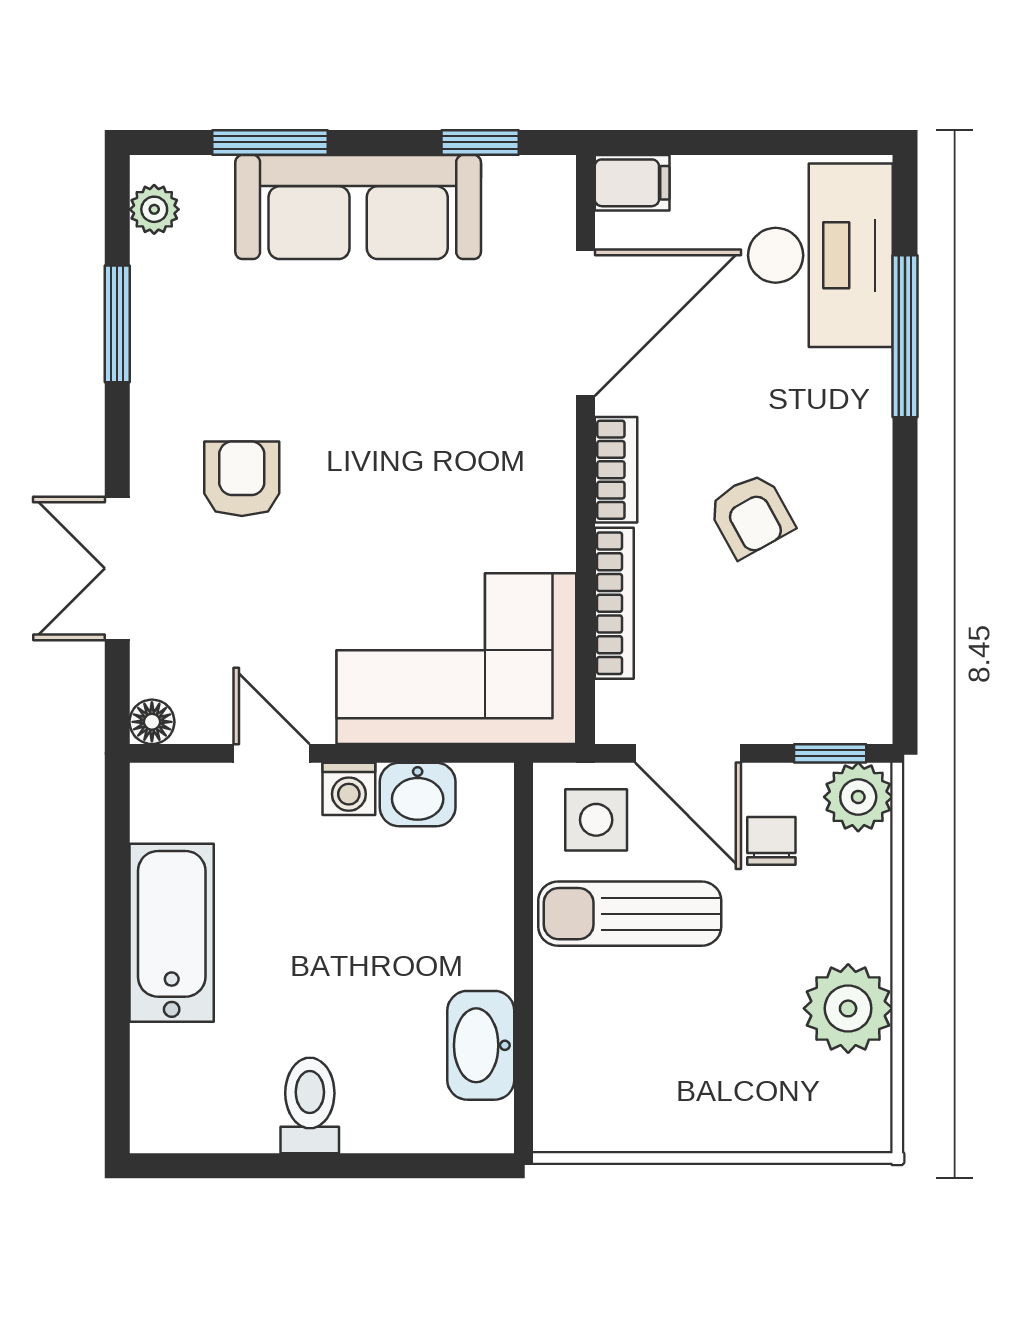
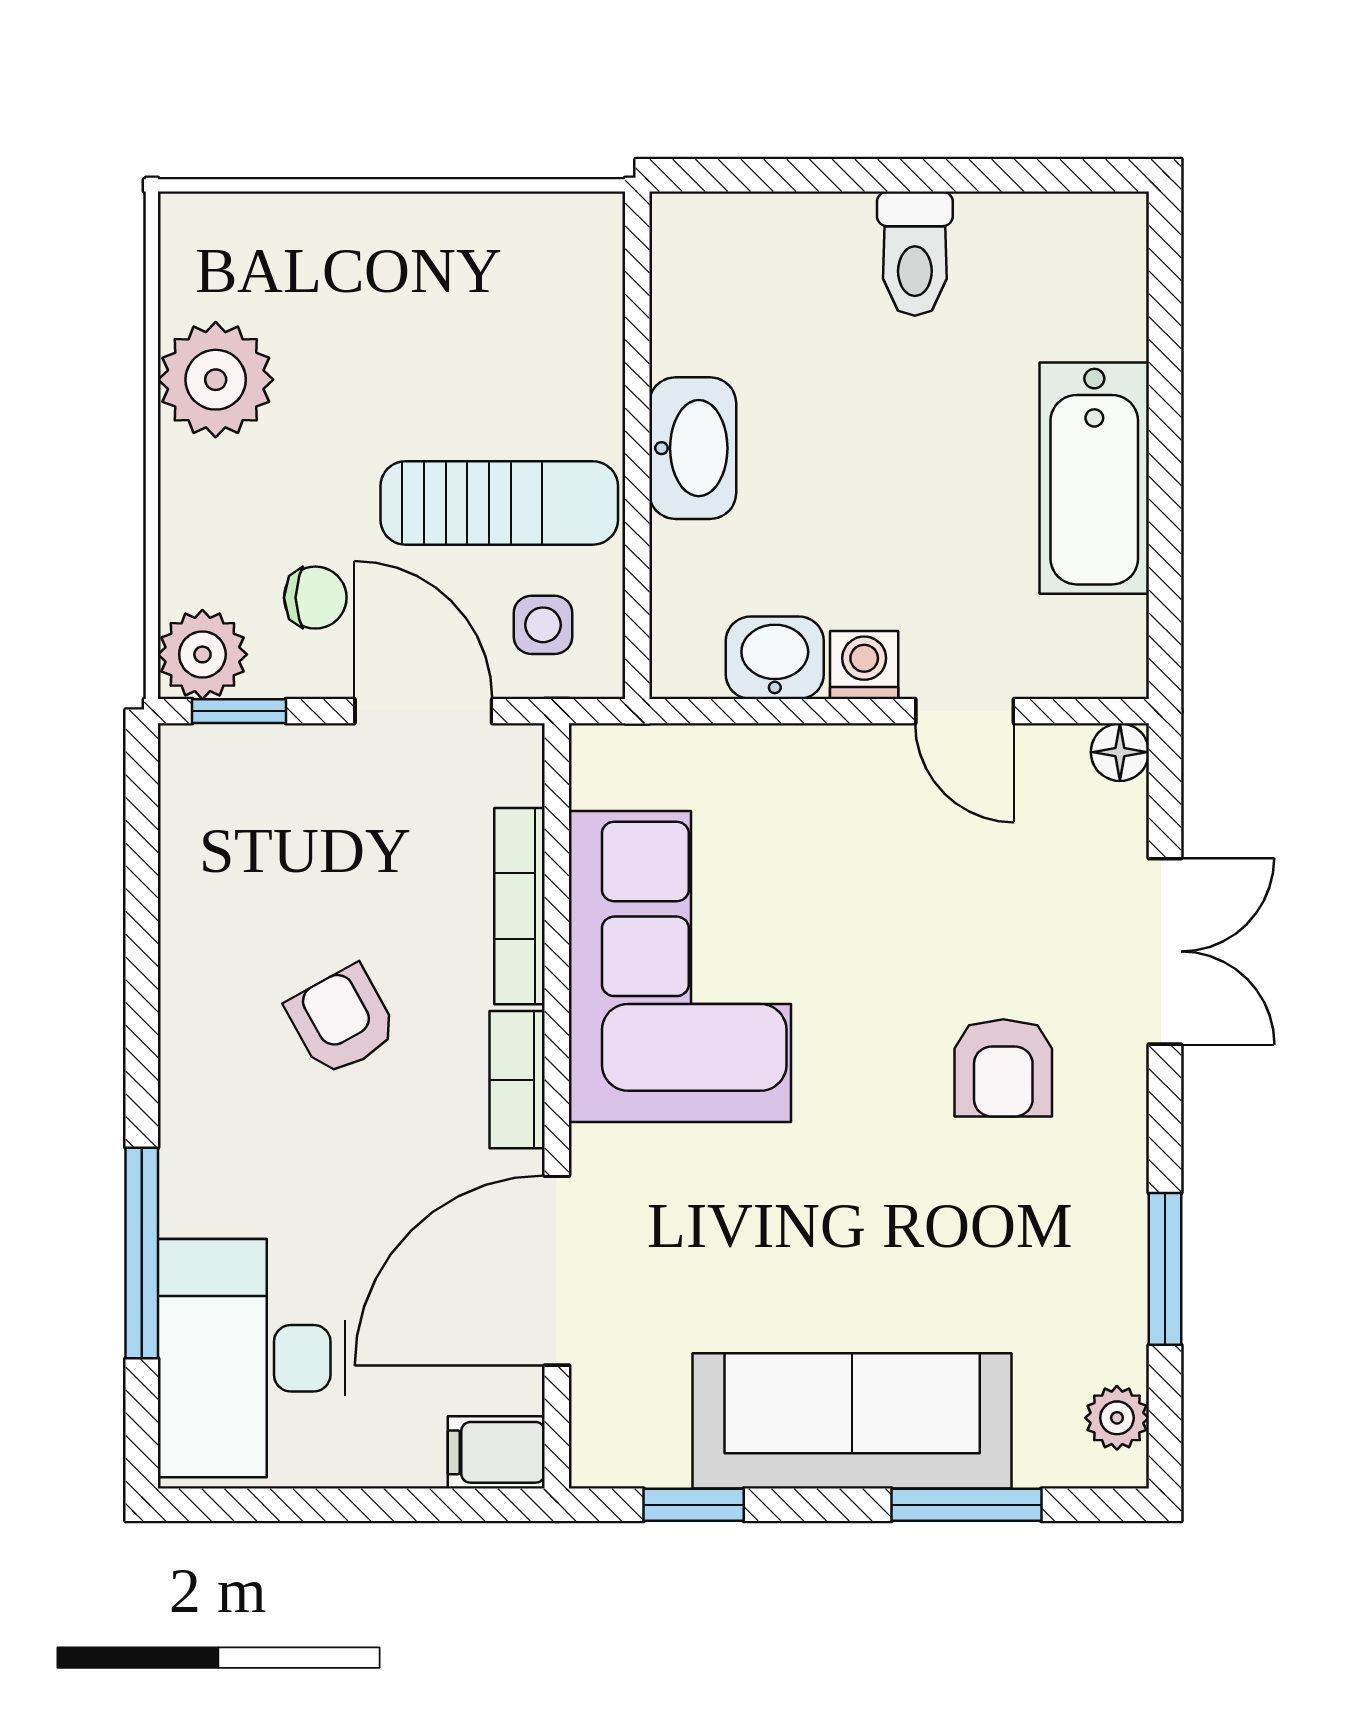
corner sofa: (456, 659) -> (680, 966), moved, turned -90
side table: (596, 820) -> (543, 625), width x0.73, depth x0.73
chair: (771, 841) -> (315, 598), turned -90
washbasin: (481, 1045) -> (693, 448), moved

